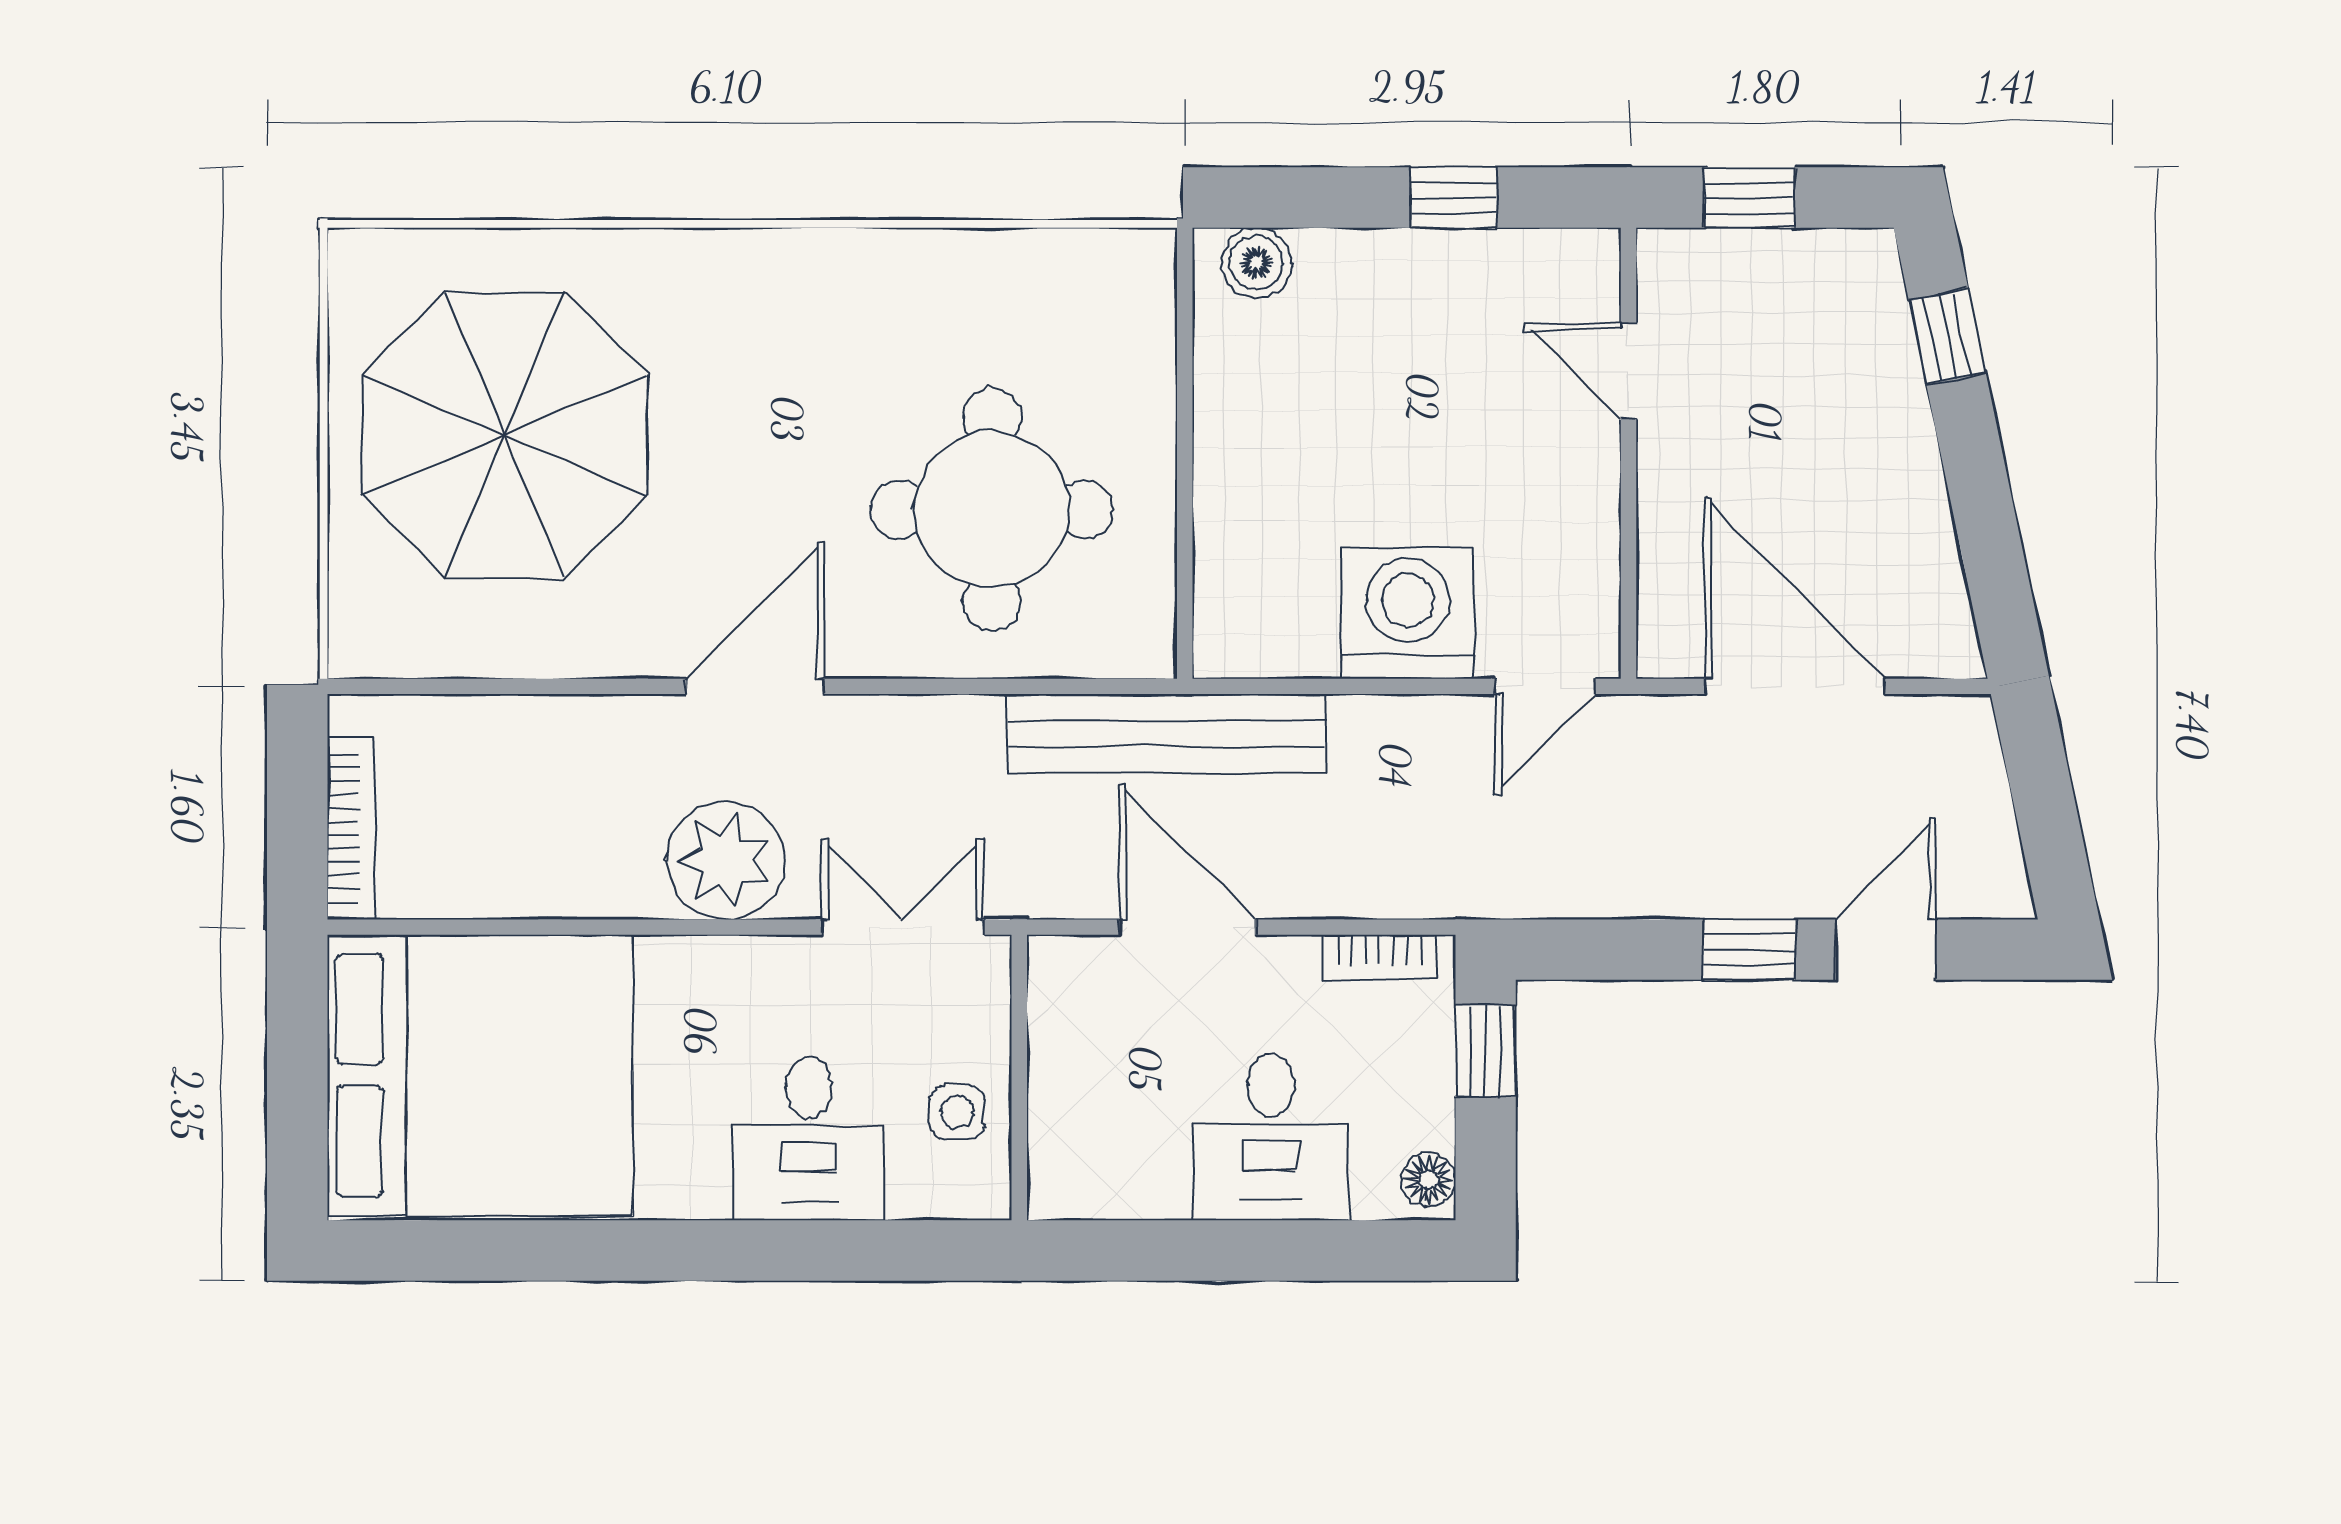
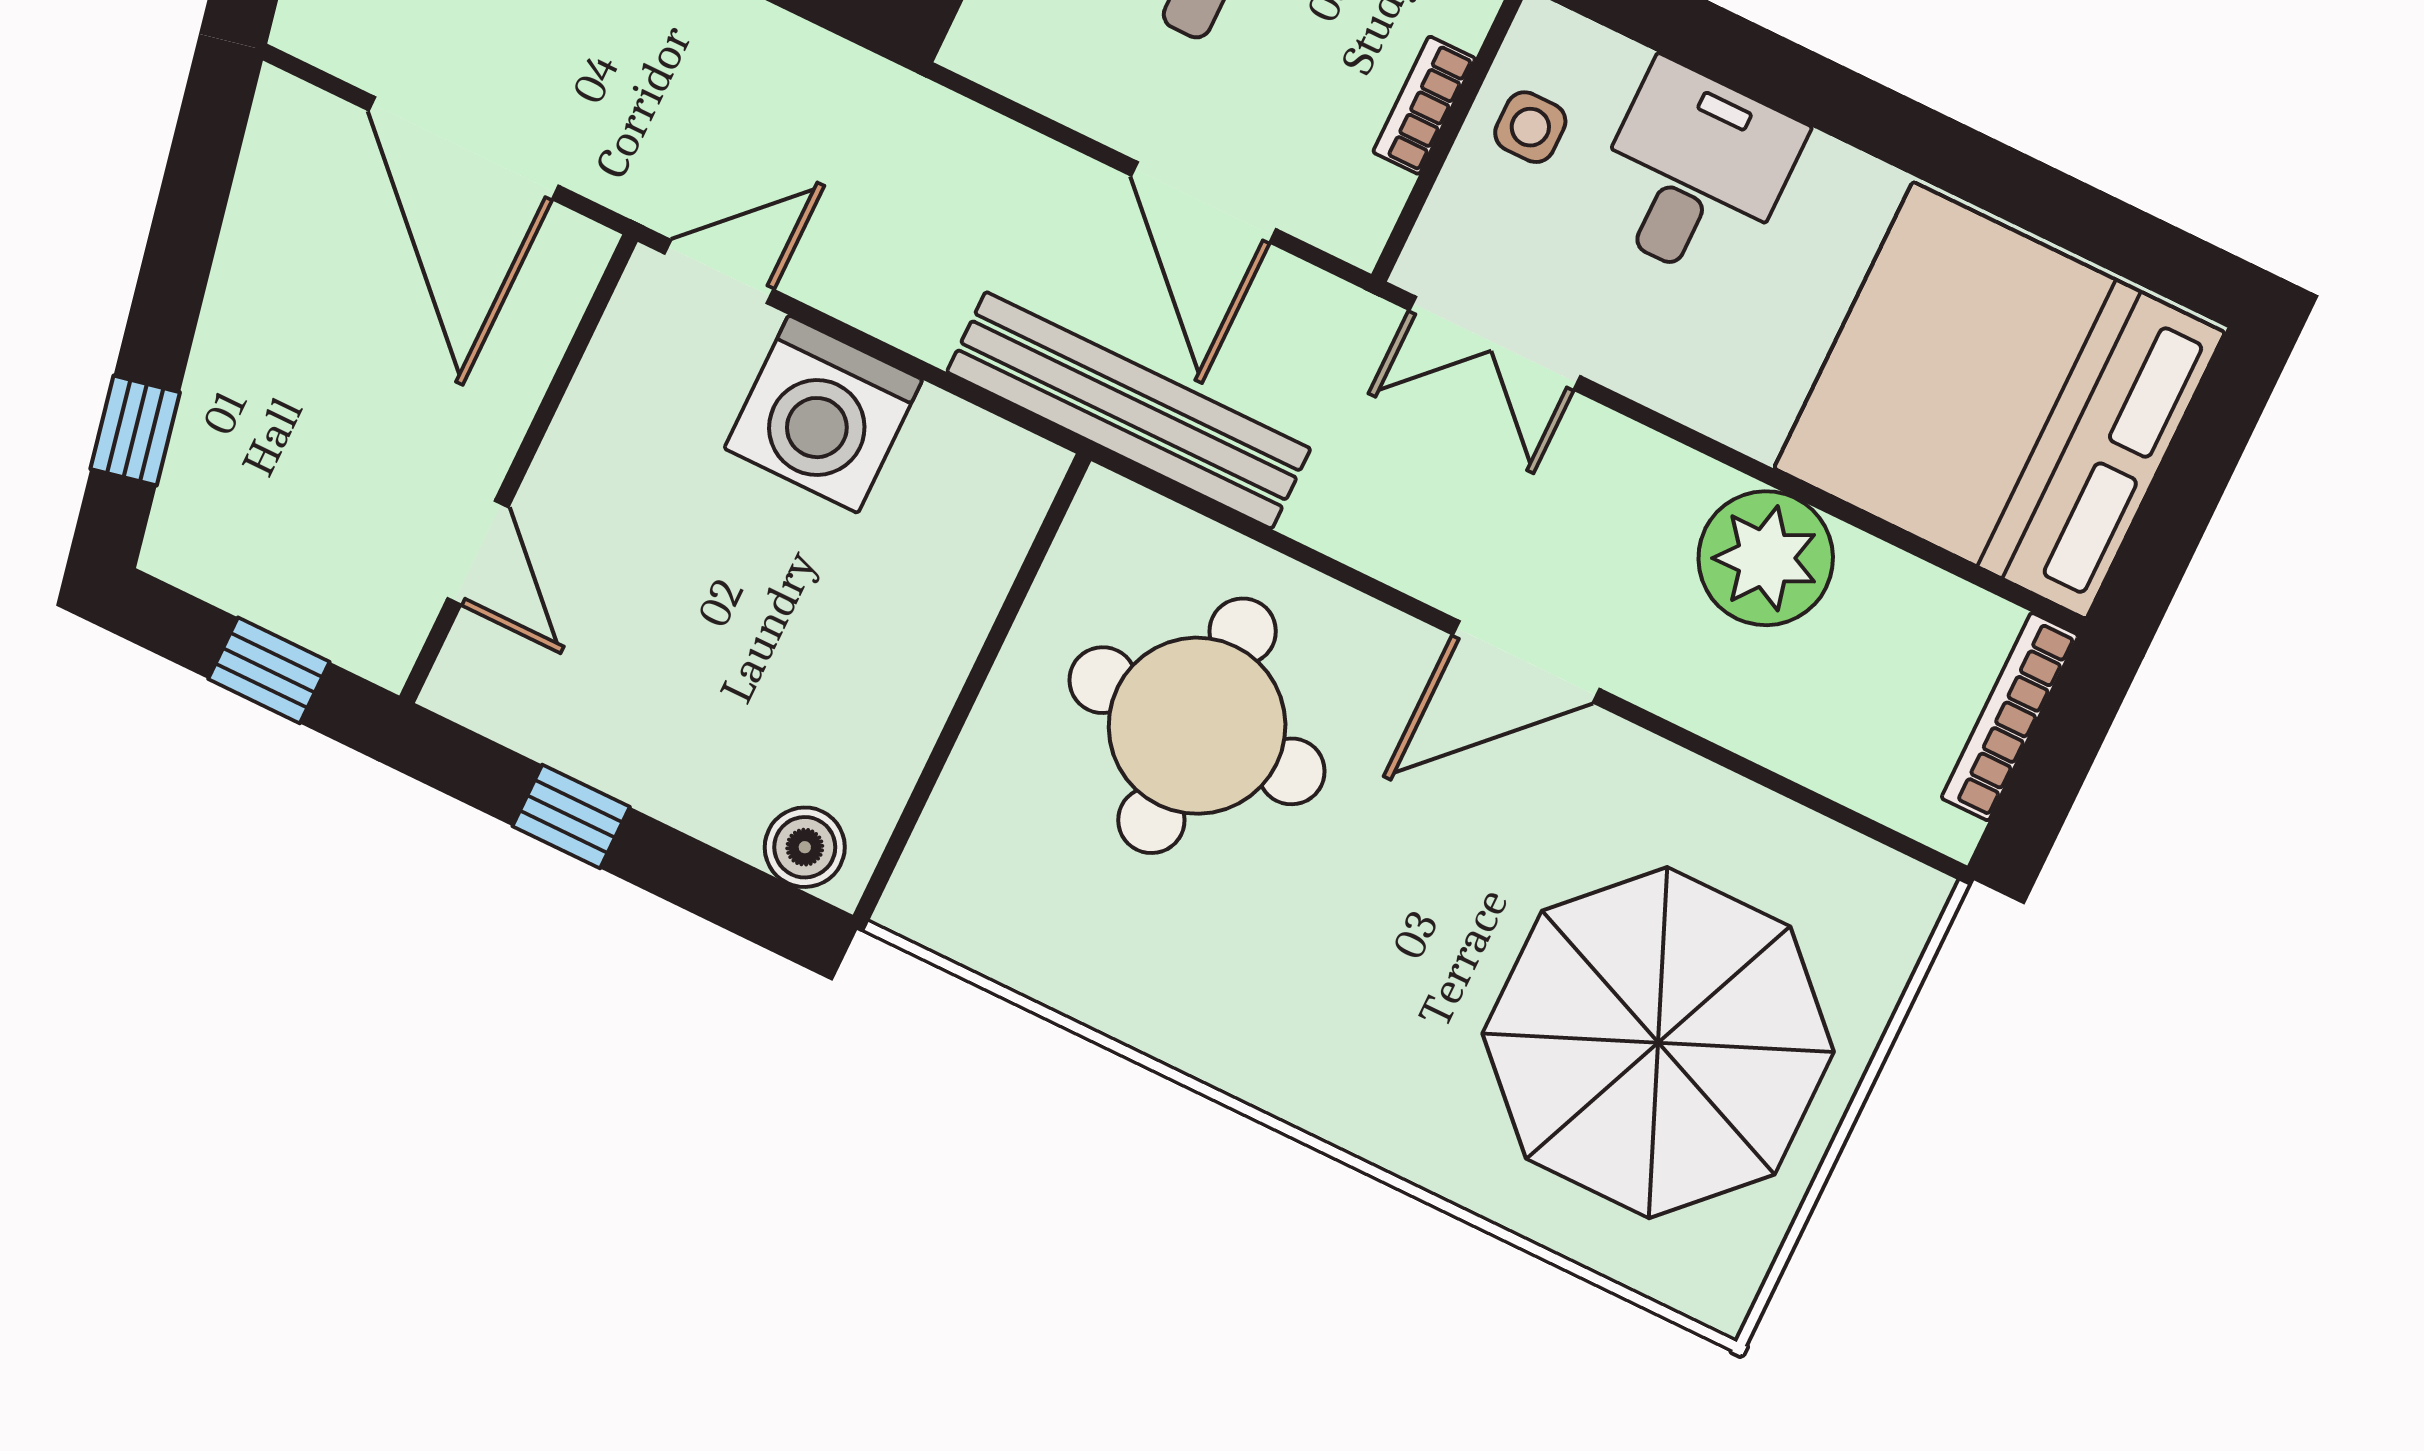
plant: (726, 860) -> (1766, 558), moved
bookcase: (1380, 957) -> (1424, 105), moved, turned -90

